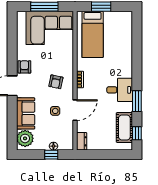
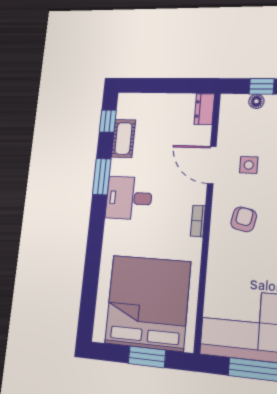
bed: (93, 34) -> (148, 303), width x2.04
door: (75, 110) -> (212, 165), hinge flipped
cot: (124, 127) -> (123, 138), width x0.73, depth x0.75

